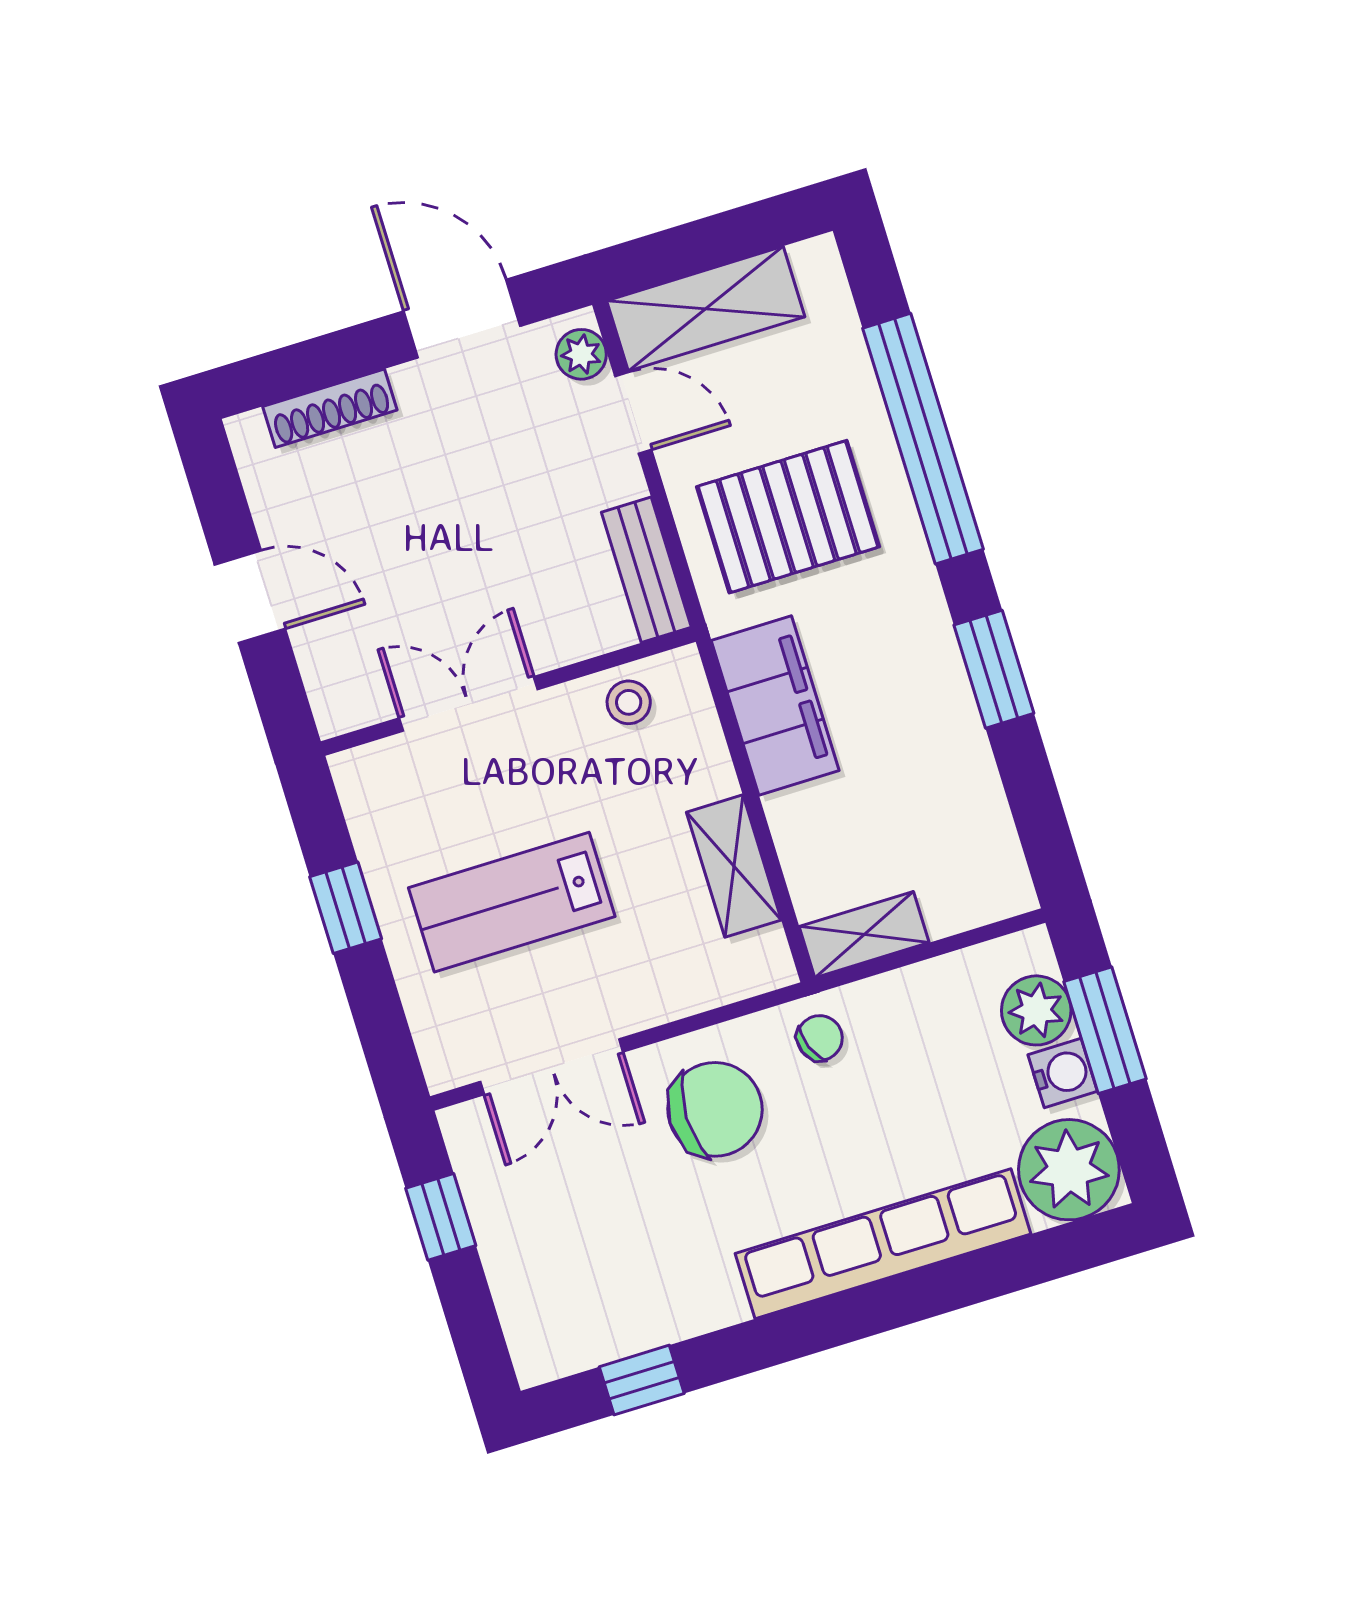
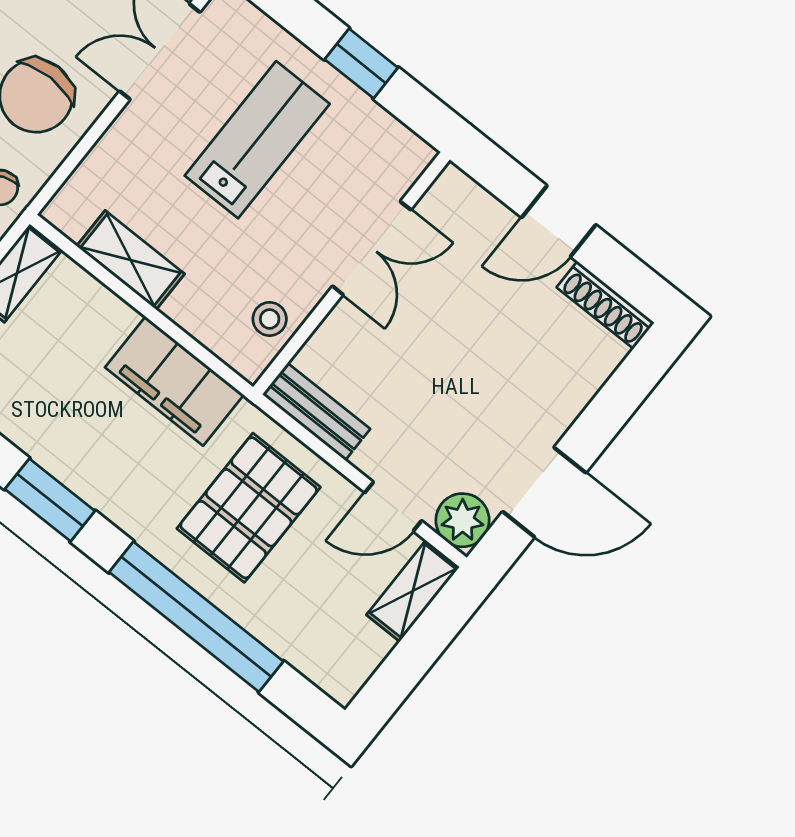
shelving: (706, 309) -> (413, 591), width x0.67, depth x0.75
plant: (581, 354) -> (463, 520), width x1.38, depth x1.38
shoe rack: (330, 408) -> (606, 305), moved, turned -90

